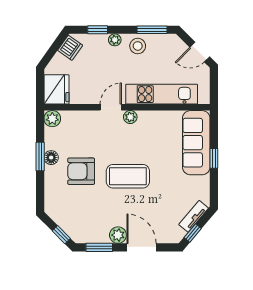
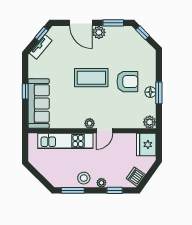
door: (200, 52) -> (36, 173), removed

